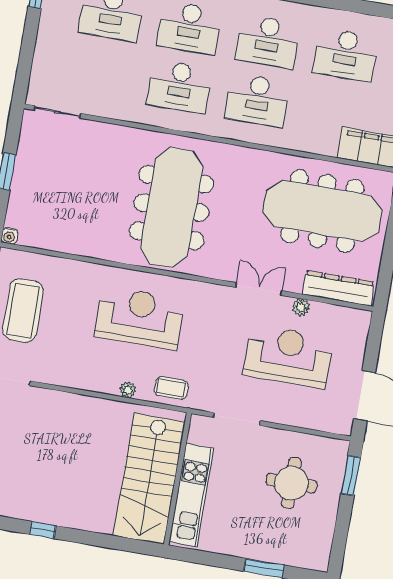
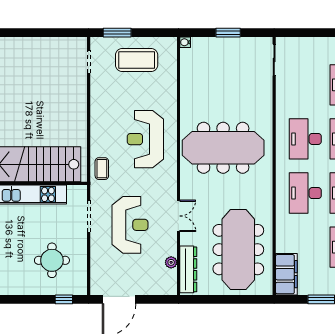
plant: (301, 307) -> (171, 262), moved
reception desk: (140, 318) -> (145, 139), turned 180
reception desk: (288, 356) -> (130, 225), moved
plant: (128, 390) -> (96, 140), removed
window: (351, 475) -> (64, 299), width x0.67

